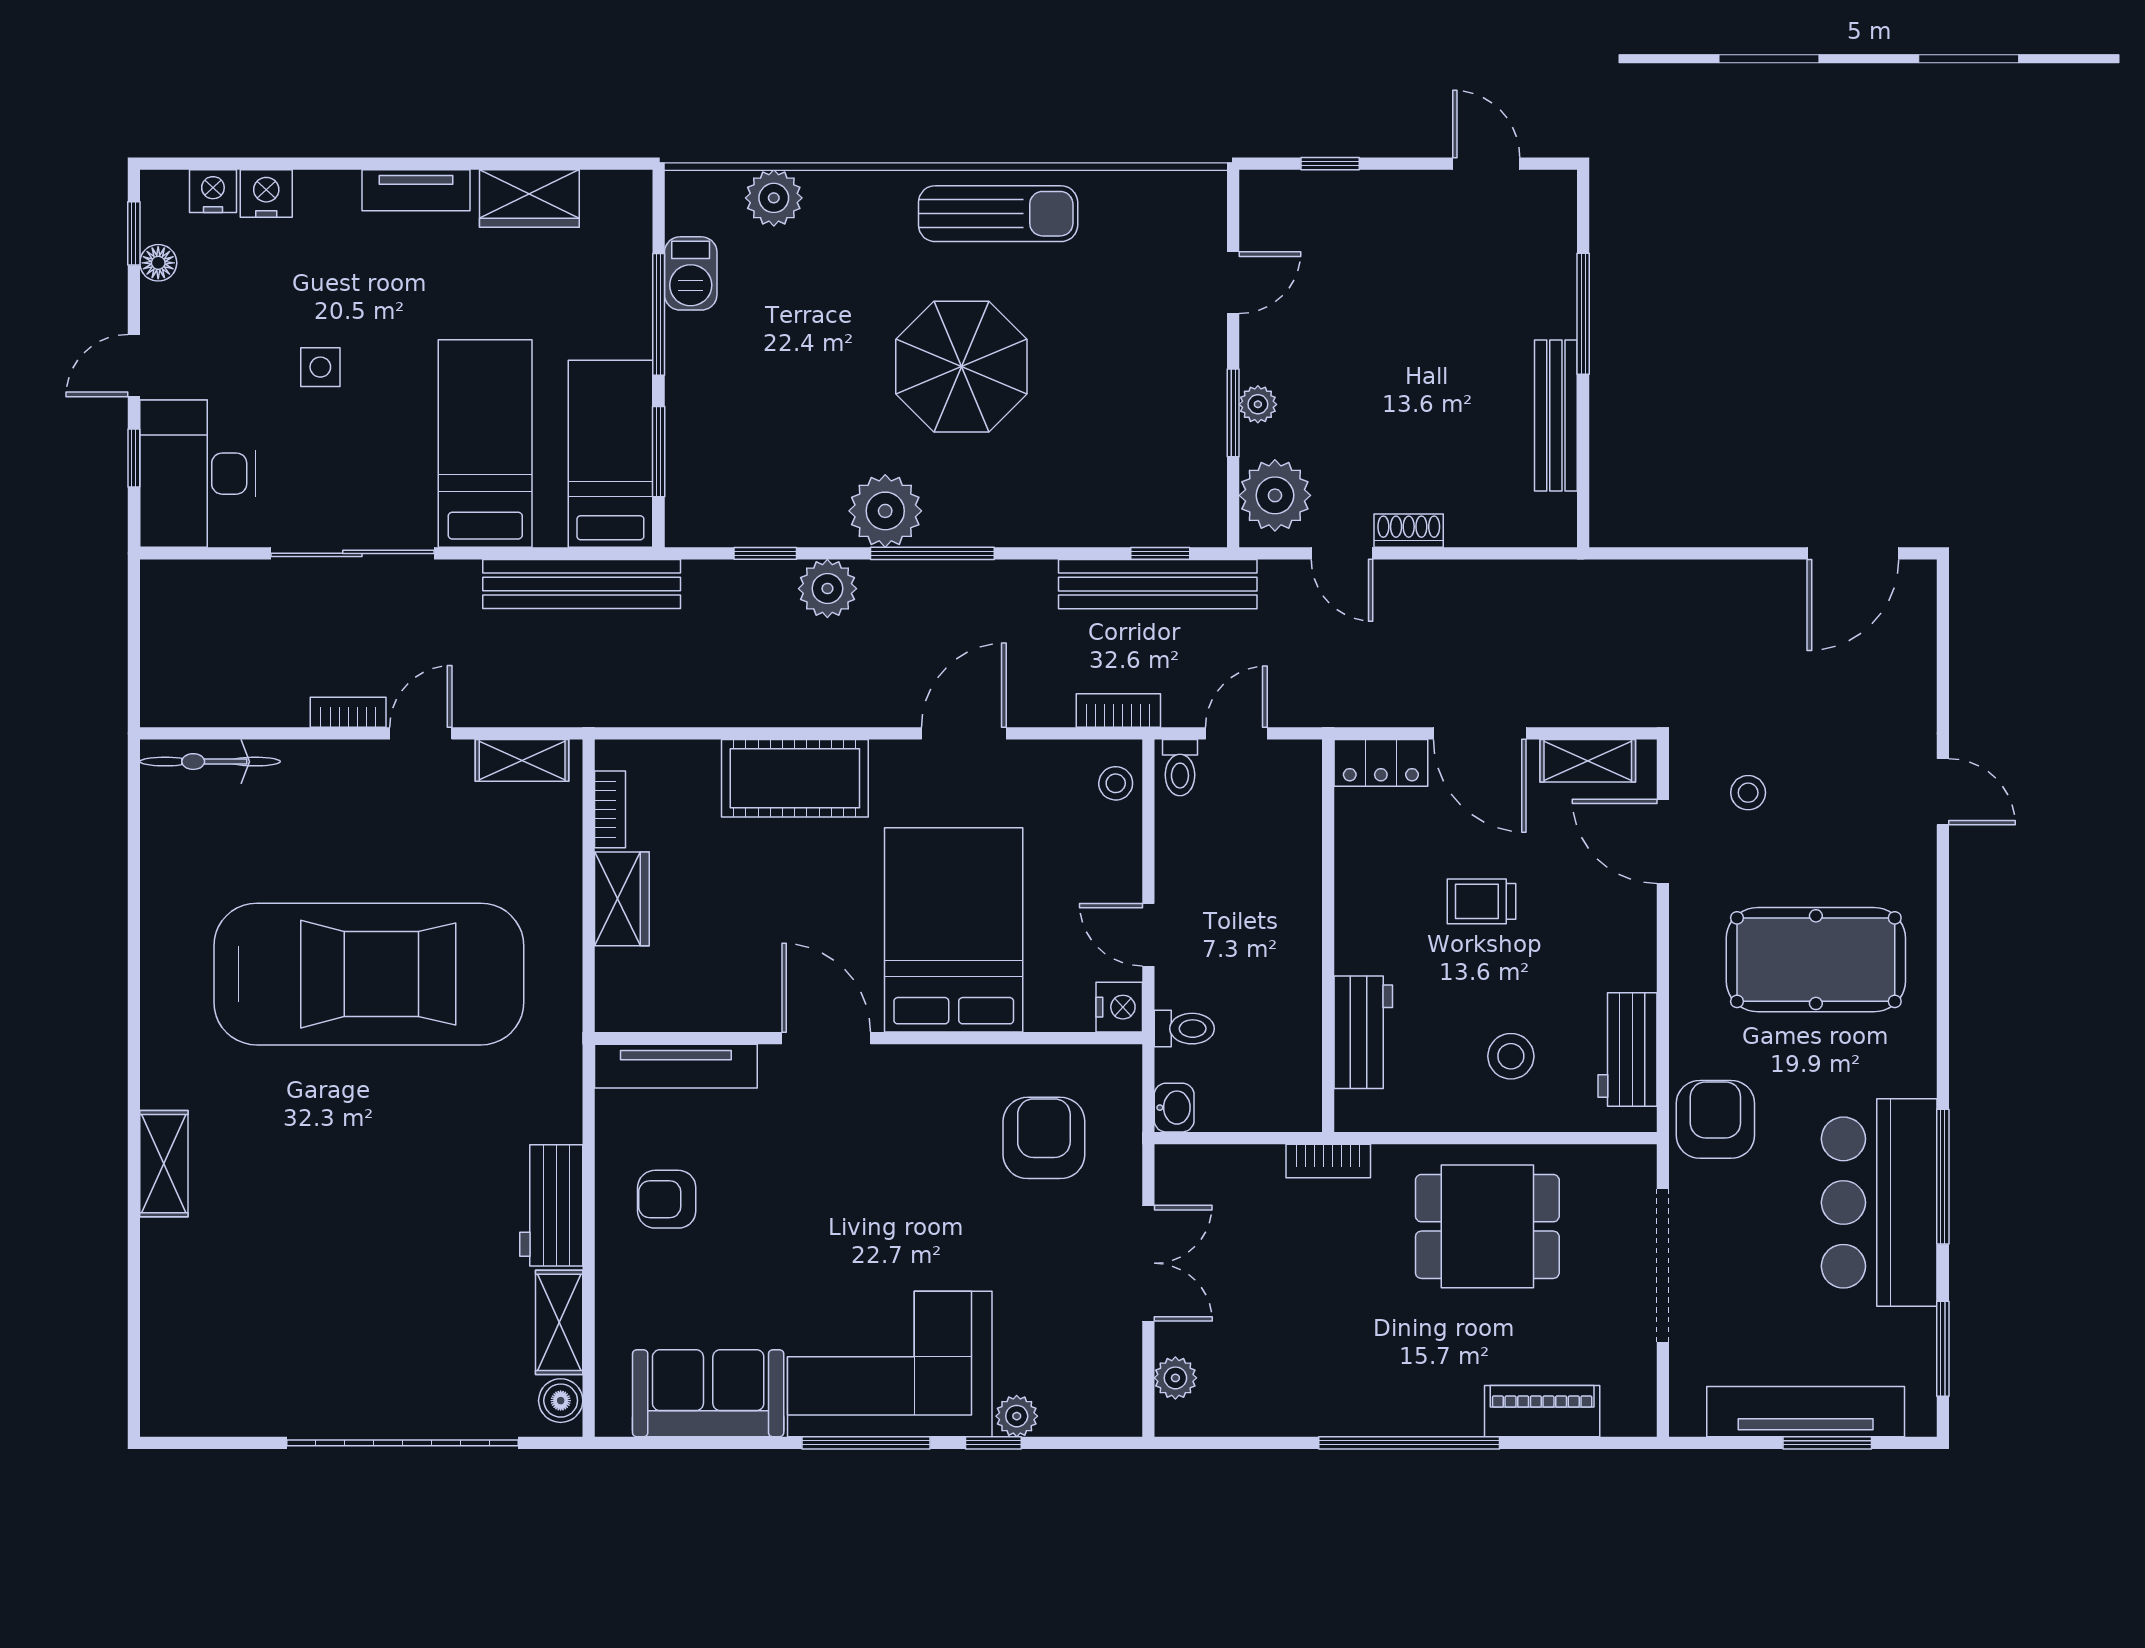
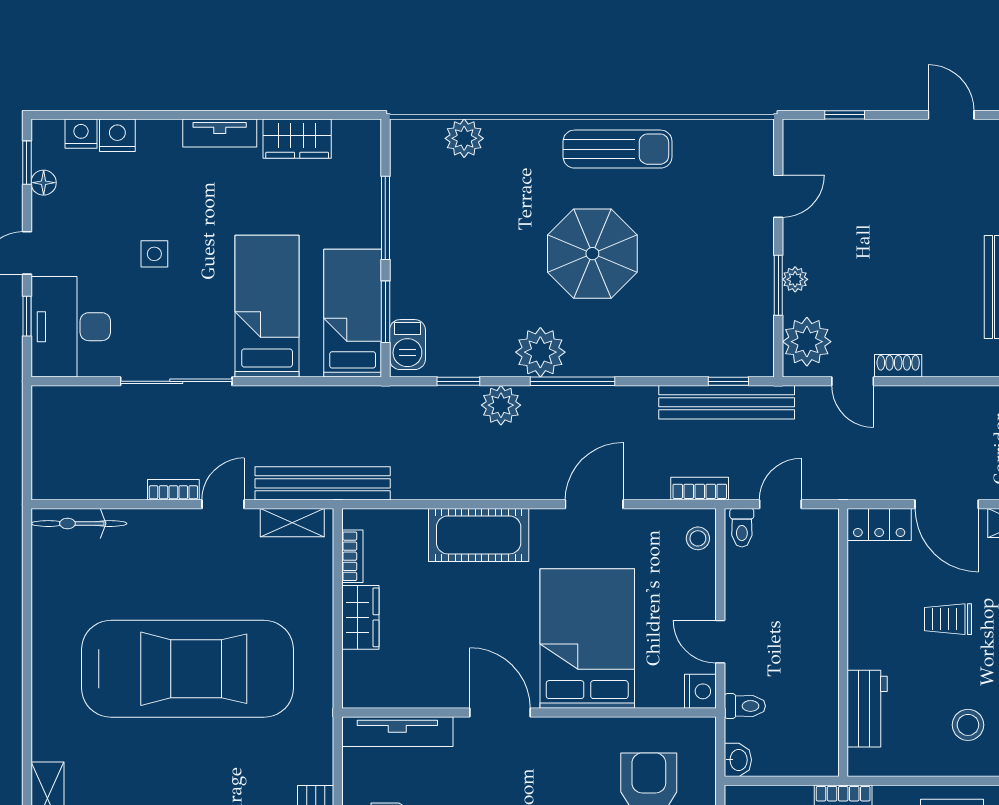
barbecue: (691, 273) -> (407, 345), moved
bench: (582, 584) -> (323, 483), moved

